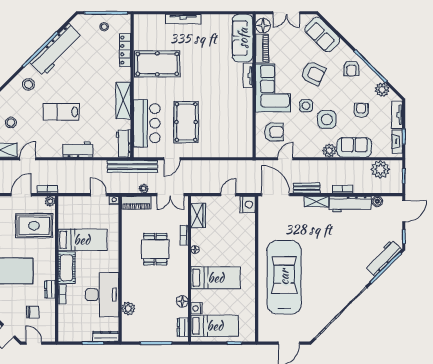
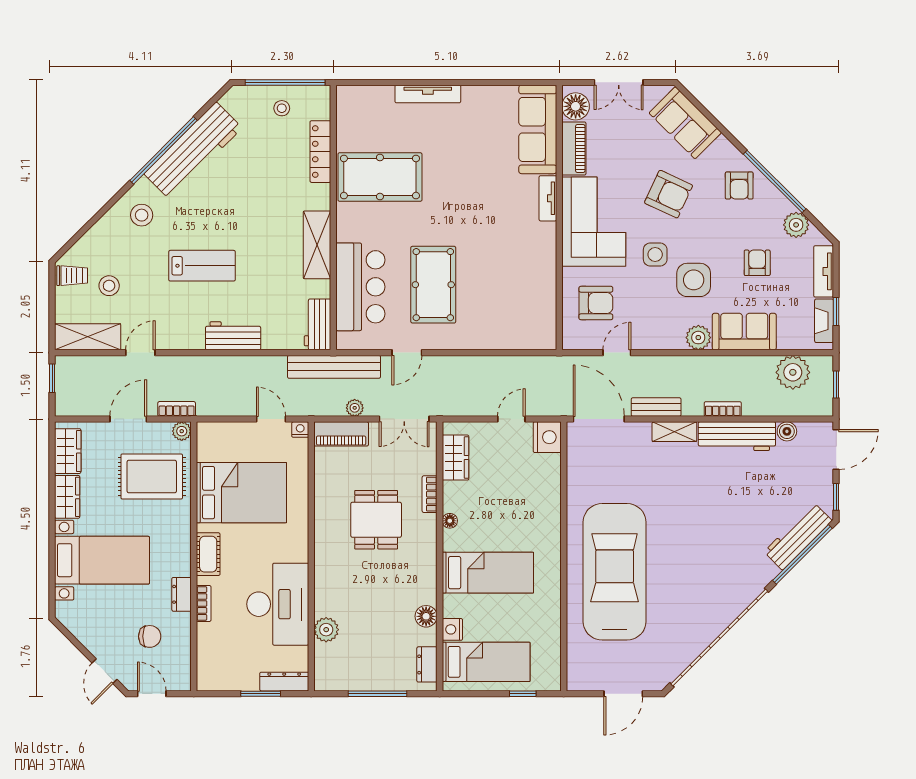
lab bench: (61, 112) -> (202, 266), turned 180
bed: (82, 240) -> (241, 493), width x1.50
cot: (67, 268) -> (208, 554), width x0.73, depth x0.75

